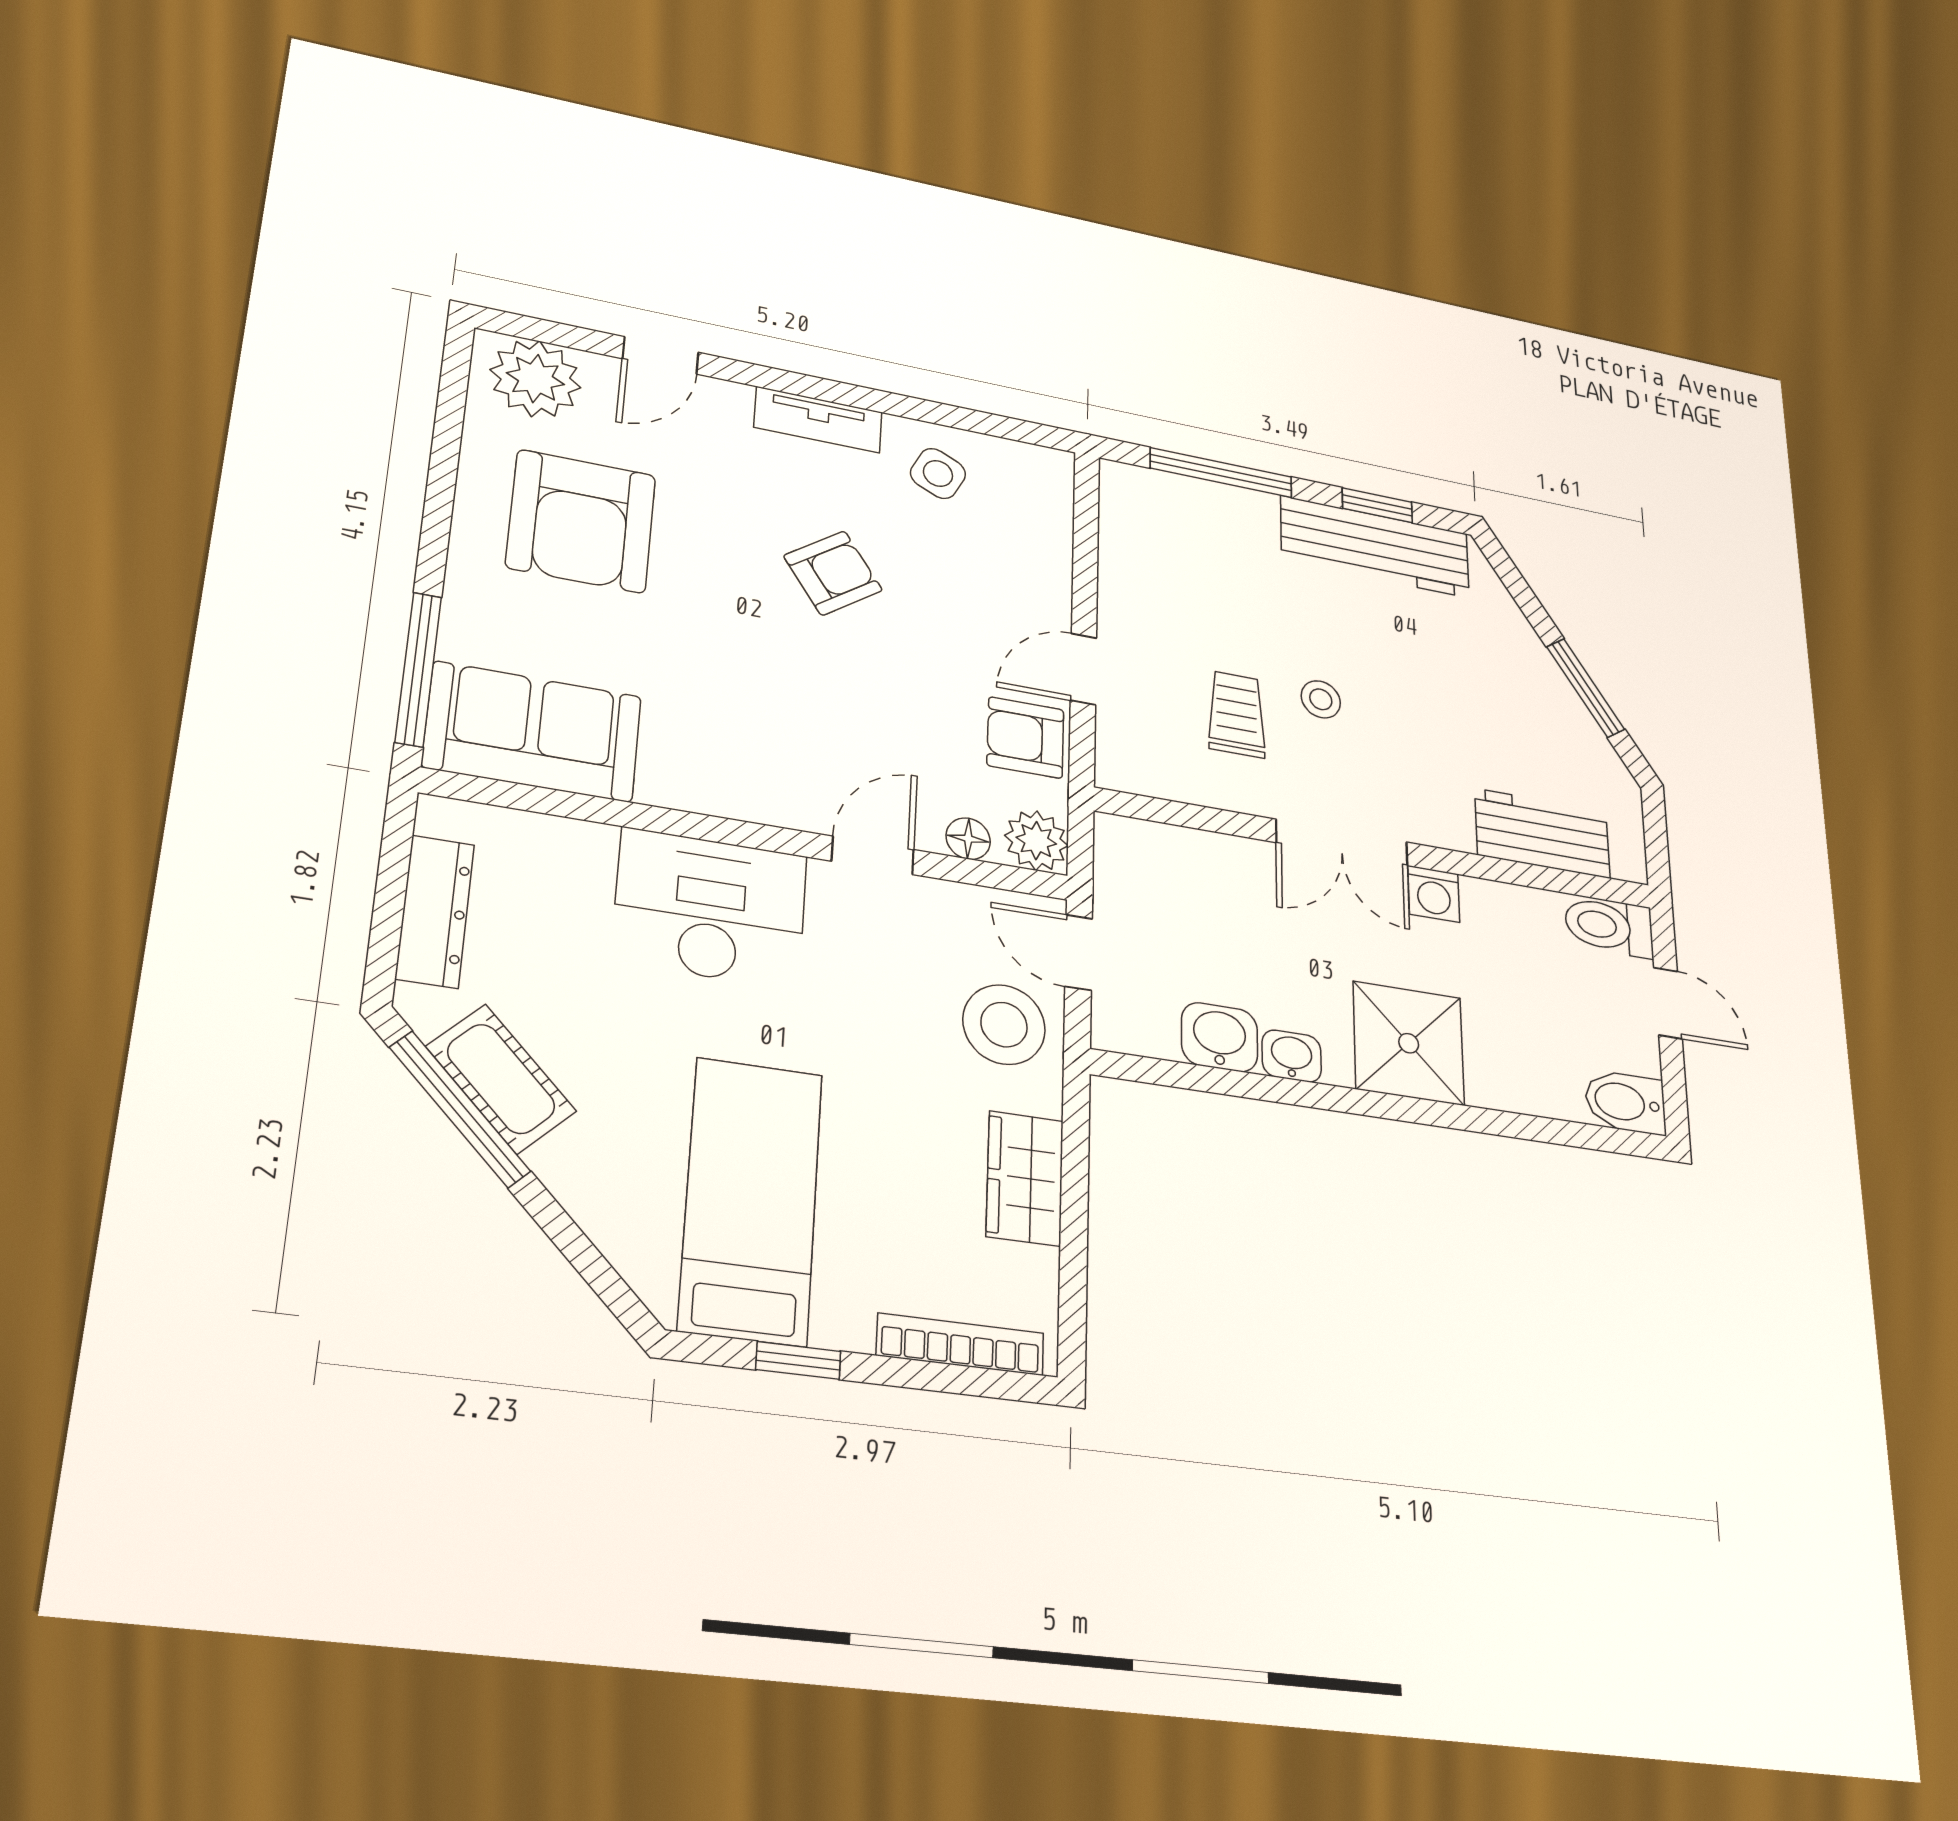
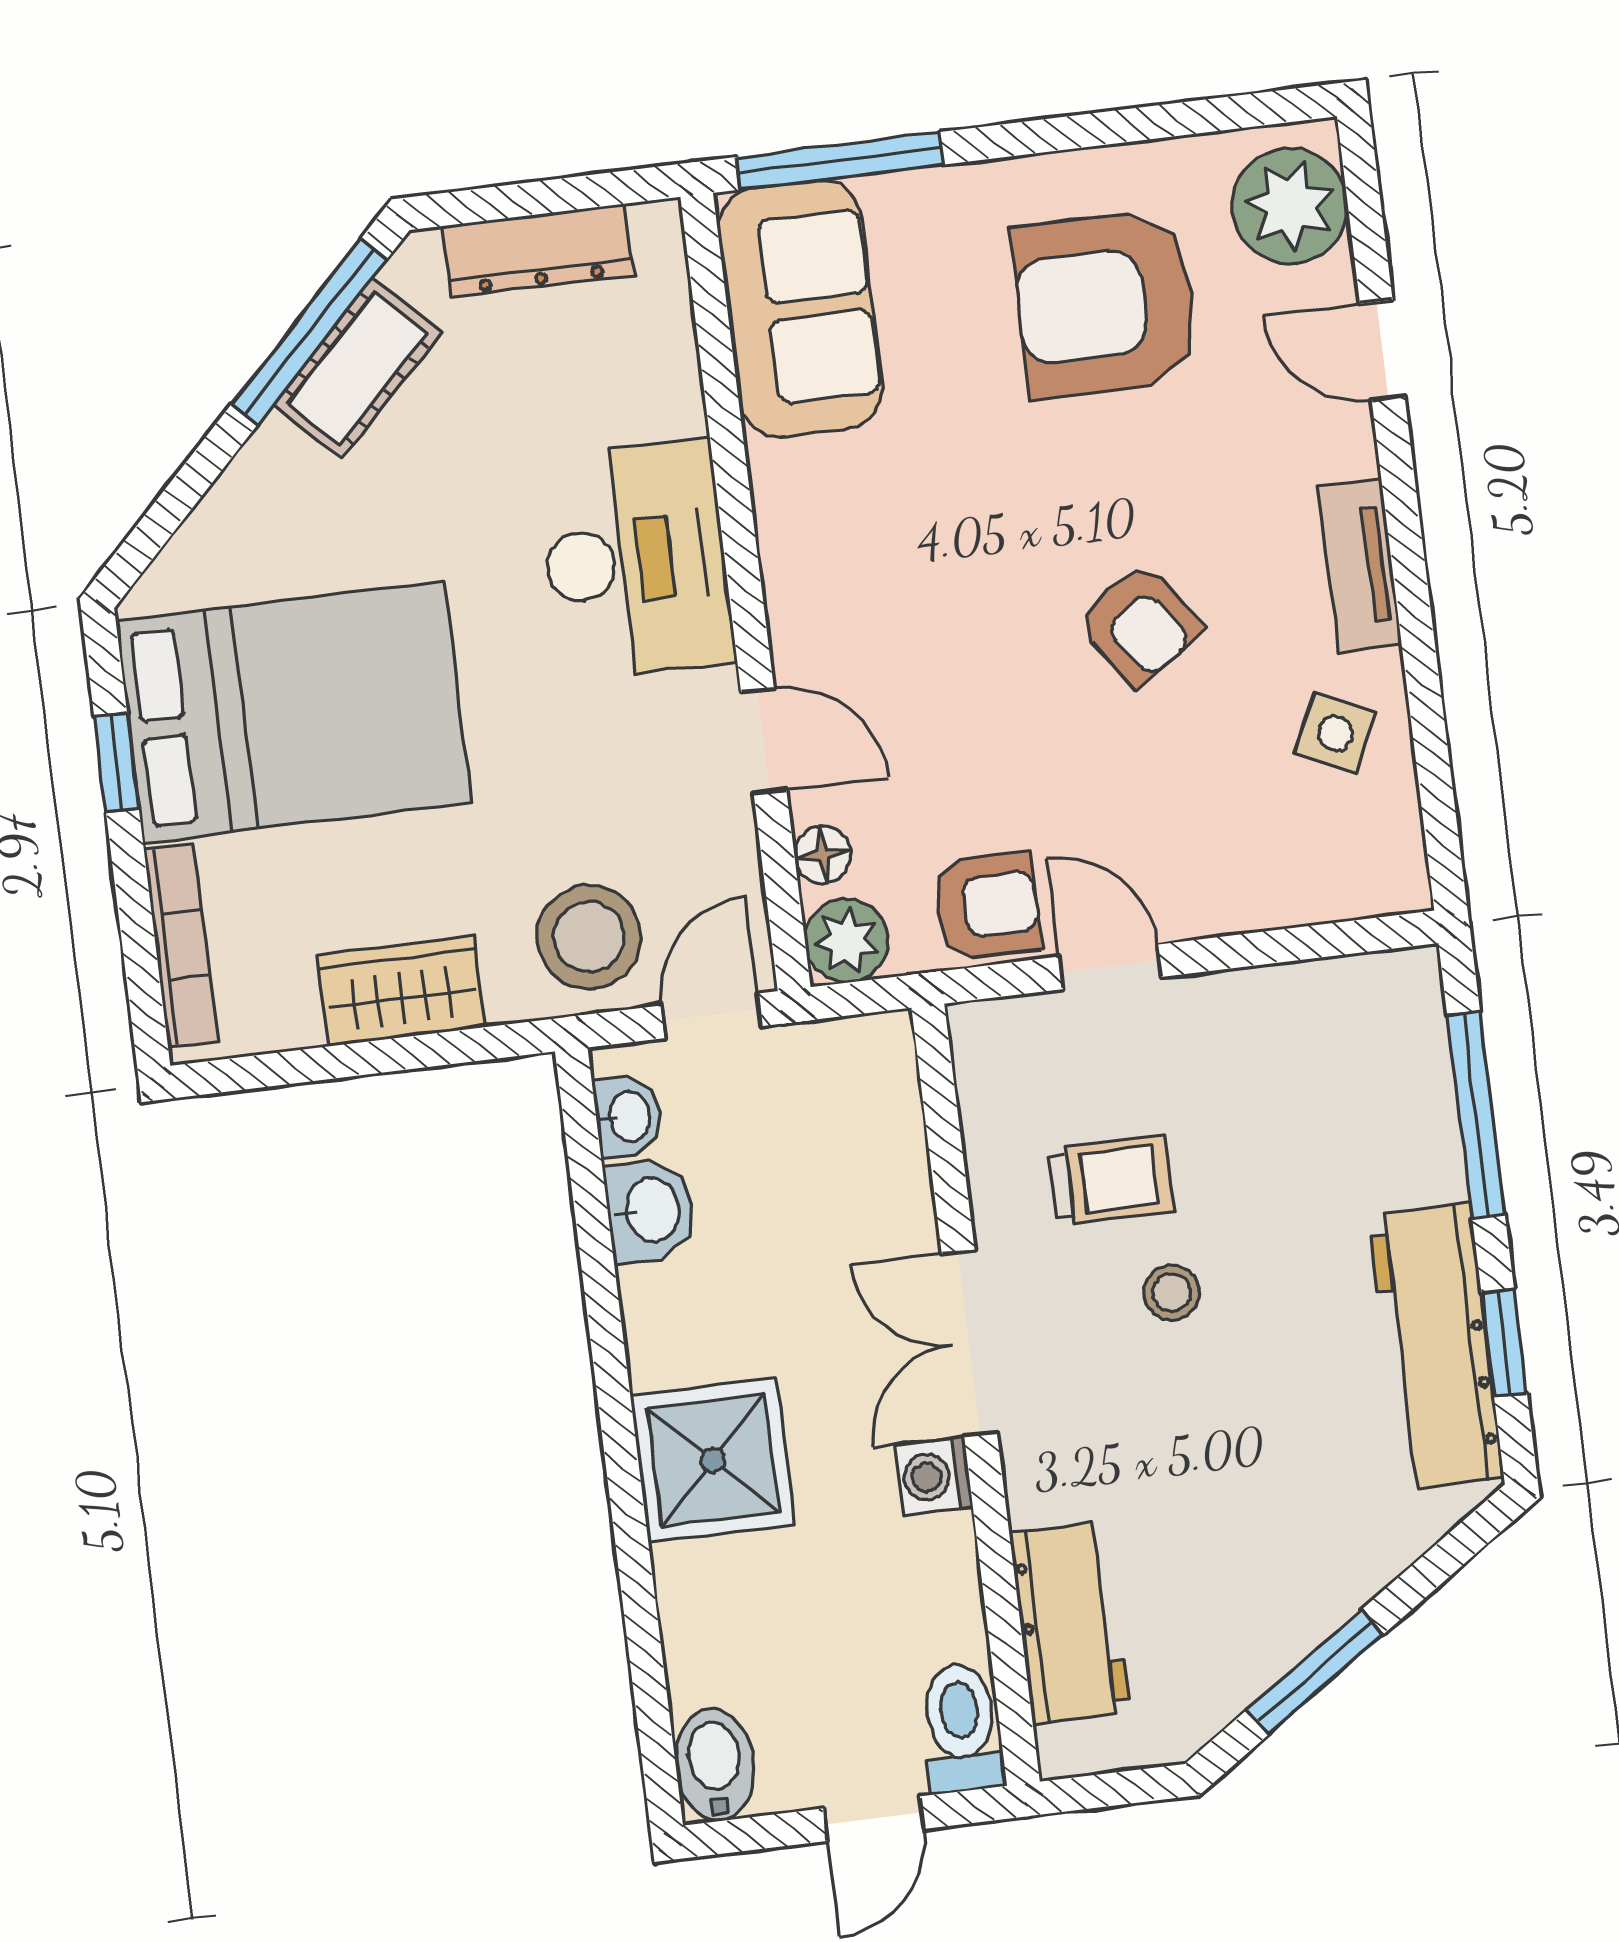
armchair: (1025, 738) -> (986, 906), turned 90
washbasin: (1292, 1056) -> (628, 1116), moved
bed: (751, 1200) -> (294, 712), width x1.50

